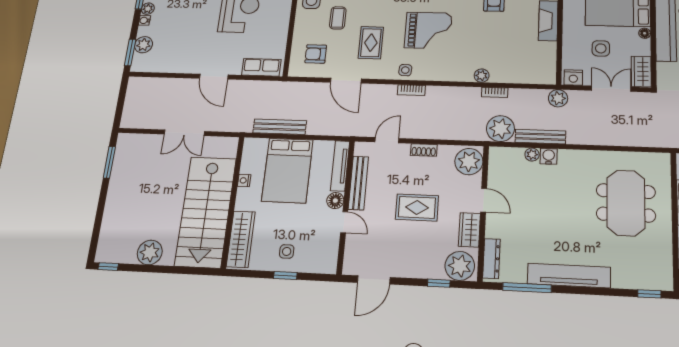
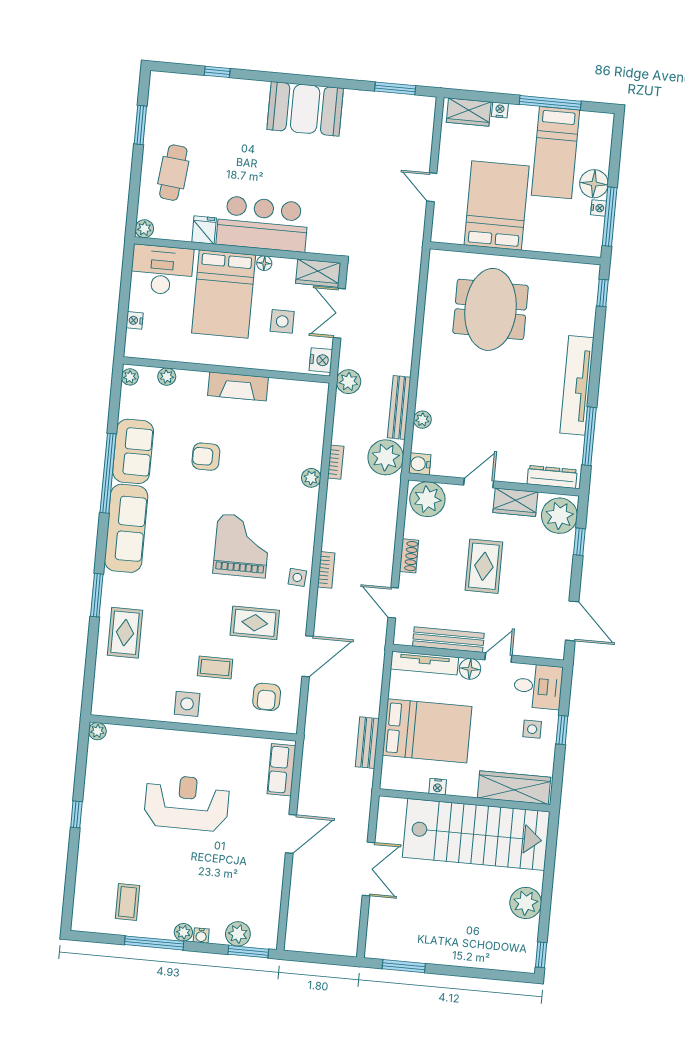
bench: (280, 127) -> (367, 743), width x0.73
water cooler: (549, 156) -> (420, 464), moved
meeting table: (626, 203) -> (491, 309), turned 90
desk: (321, 255) -> (538, 686), added

